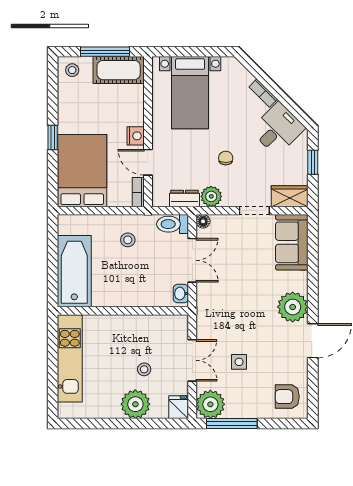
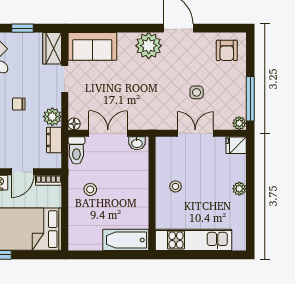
bathtub: (74, 271) -> (126, 240), width x0.73, depth x0.73
stool: (144, 369) -> (175, 186), moved
plant: (135, 404) -> (239, 189), width x0.53, depth x0.53
plant: (210, 404) -> (239, 123), width x0.53, depth x0.53

